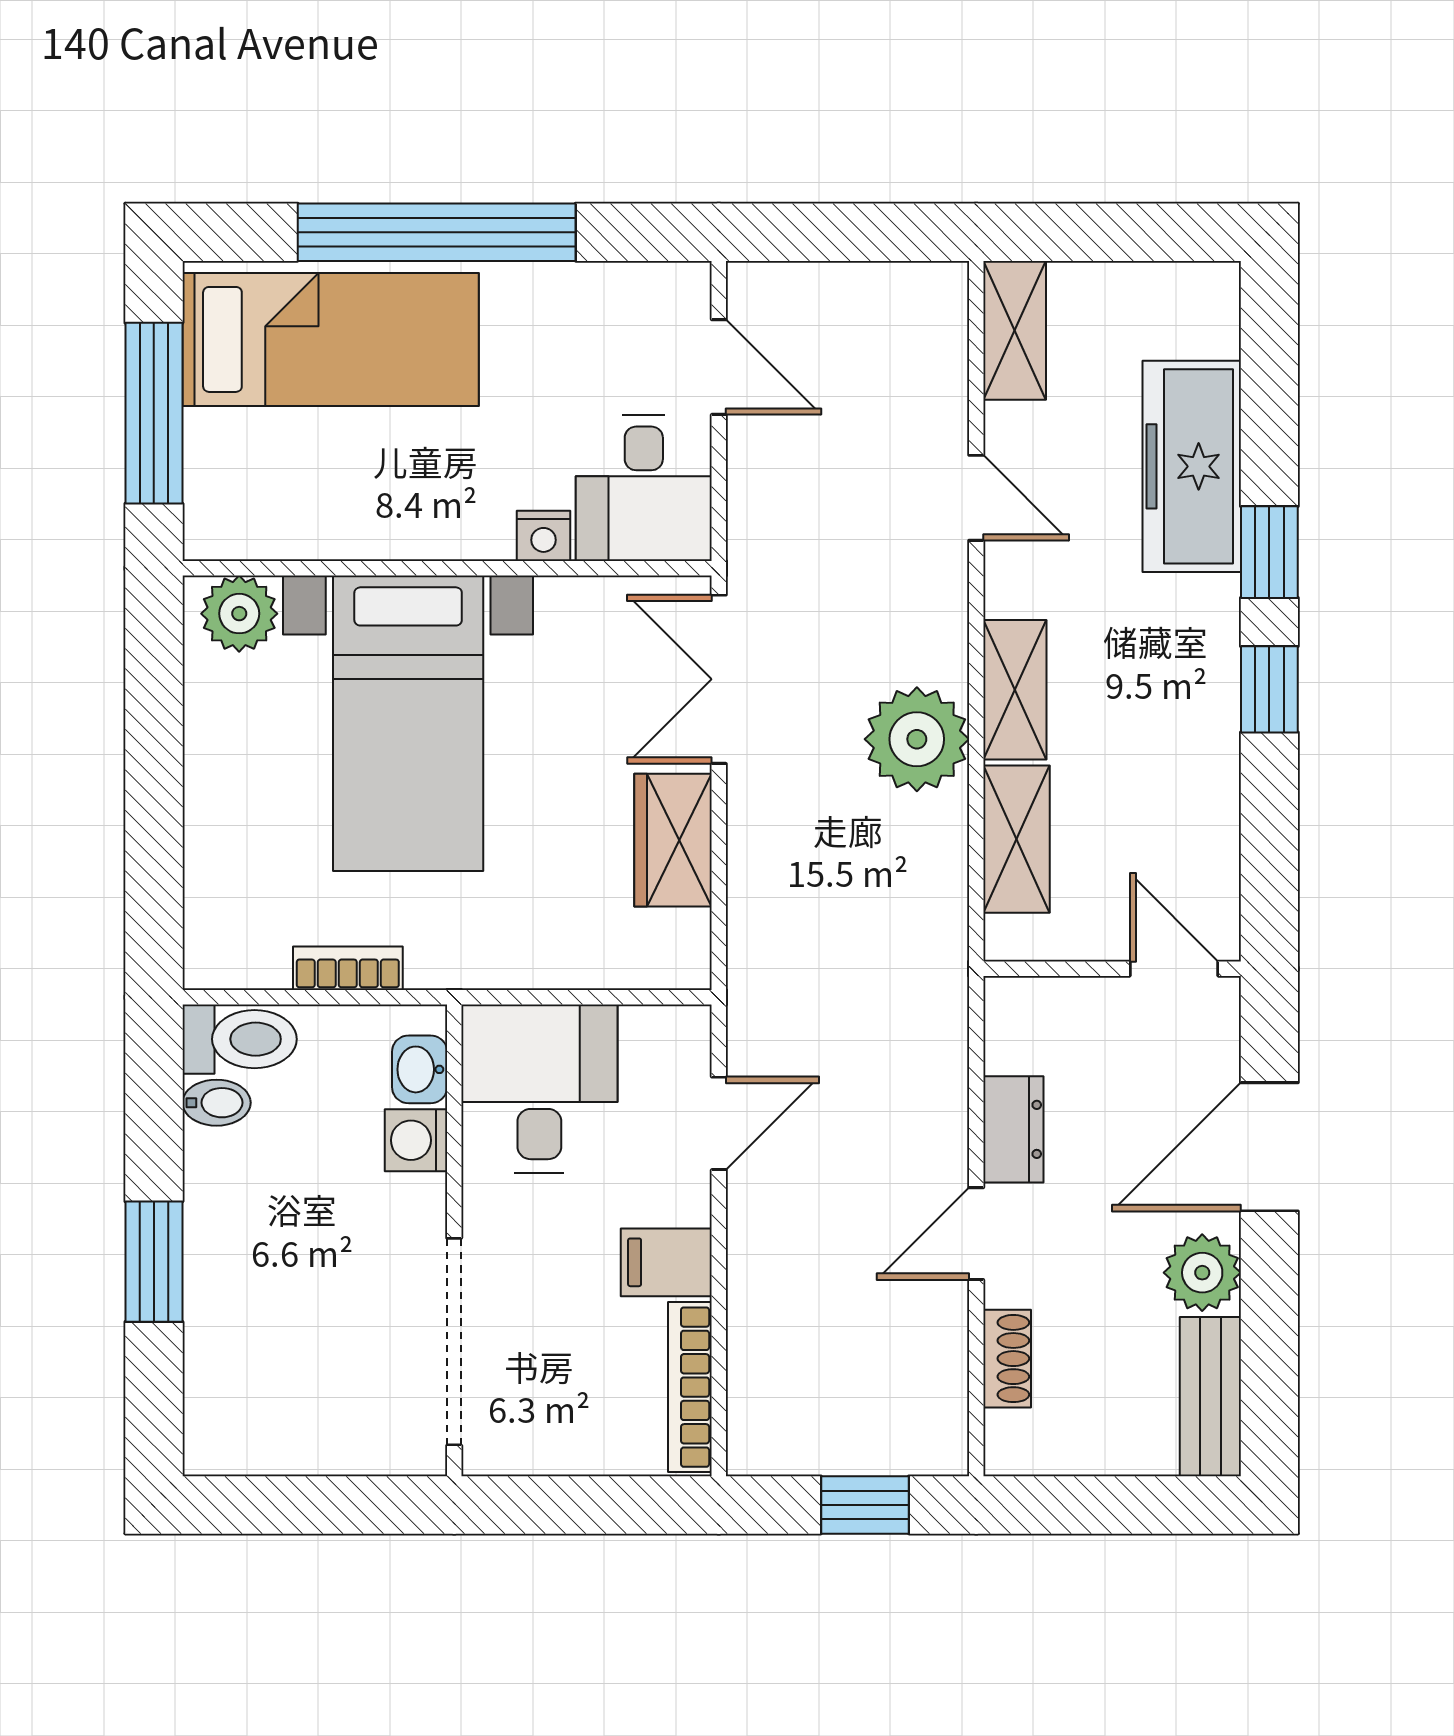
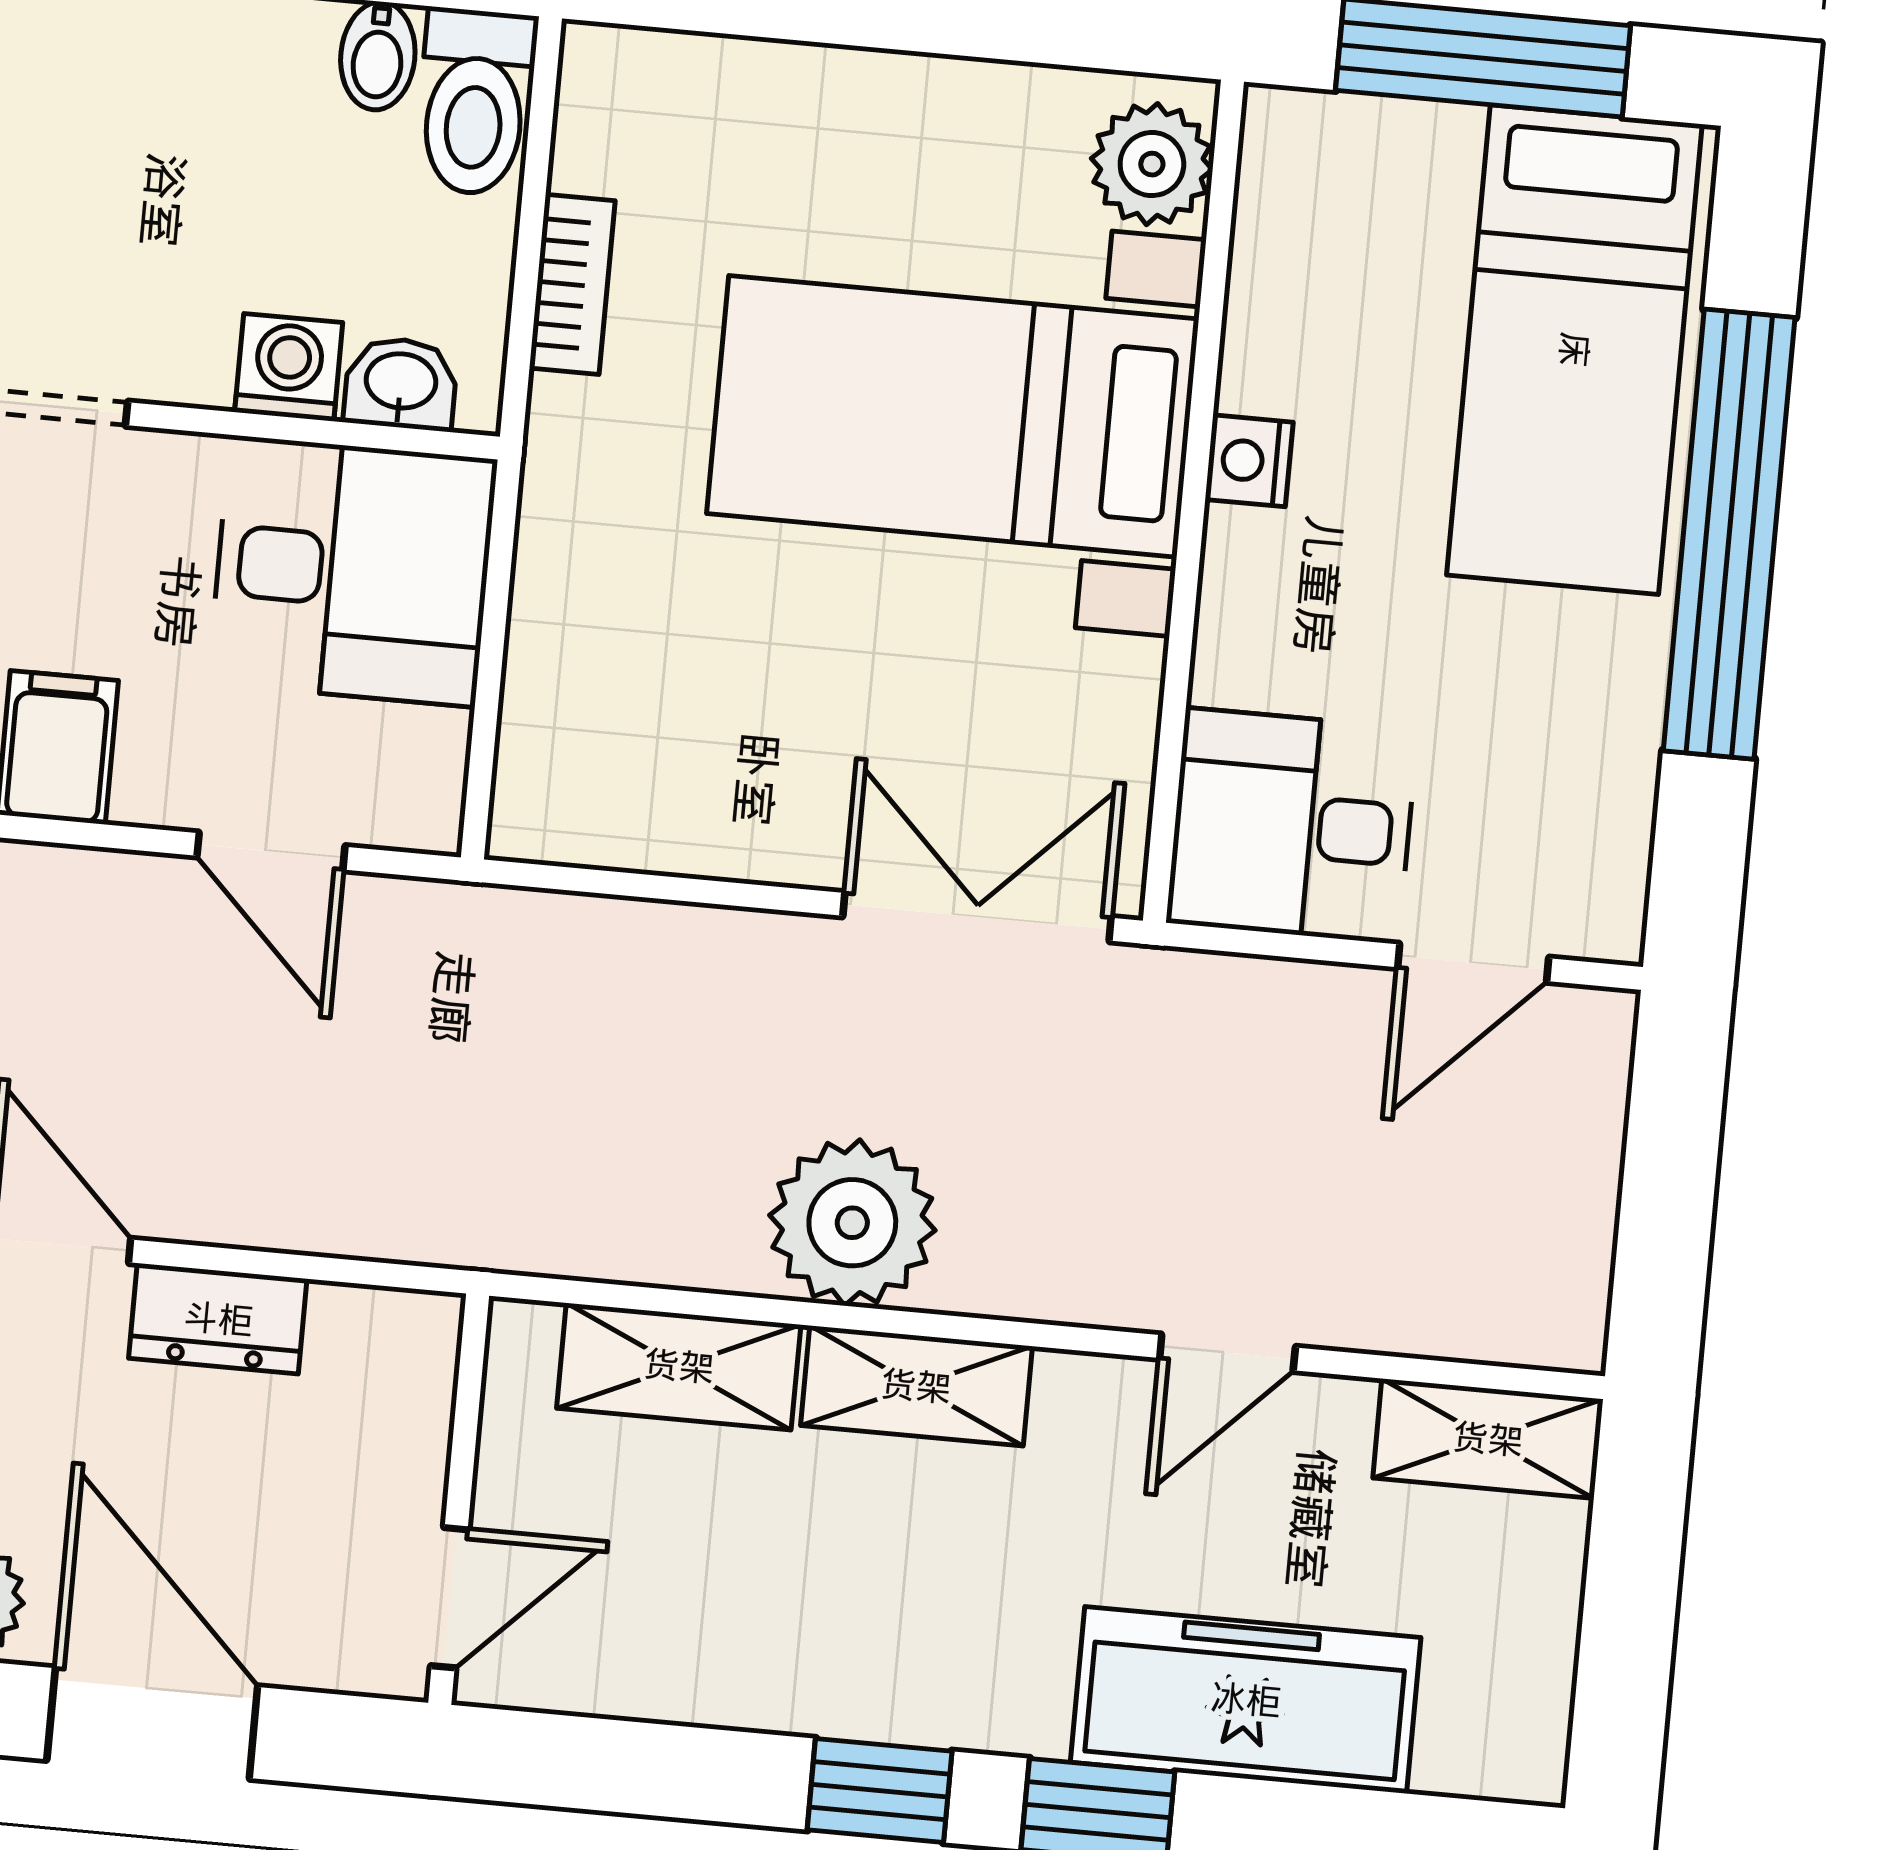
nightstand: (543, 536) -> (1249, 461), moved
wardrobe: (673, 840) -> (728, 820), removed

